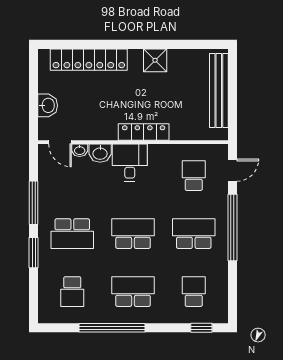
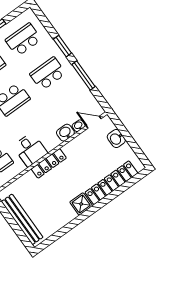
shower: (155, 60) -> (81, 204), moved
desk: (130, 163) -> (30, 150), moved
school desk: (72, 292) -> (23, 40), width x1.85

